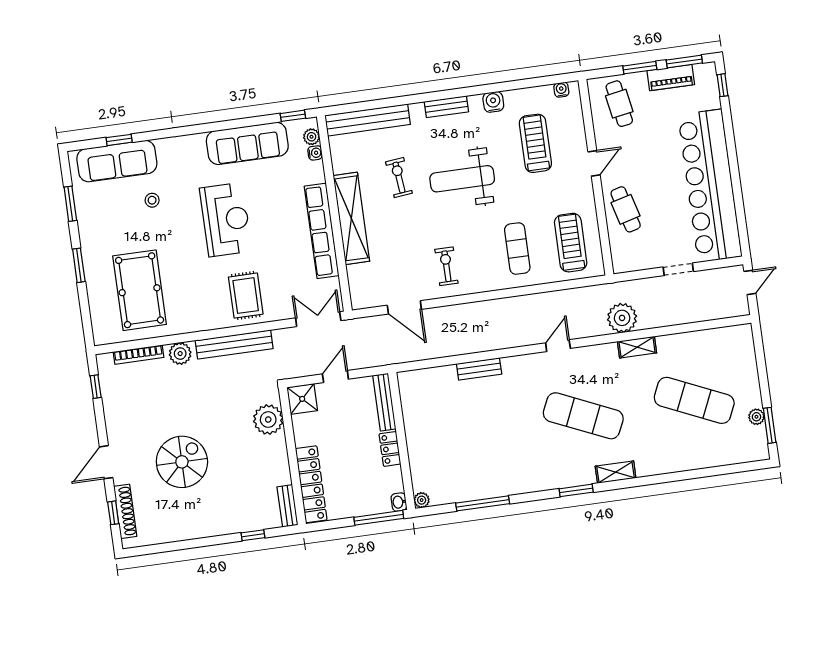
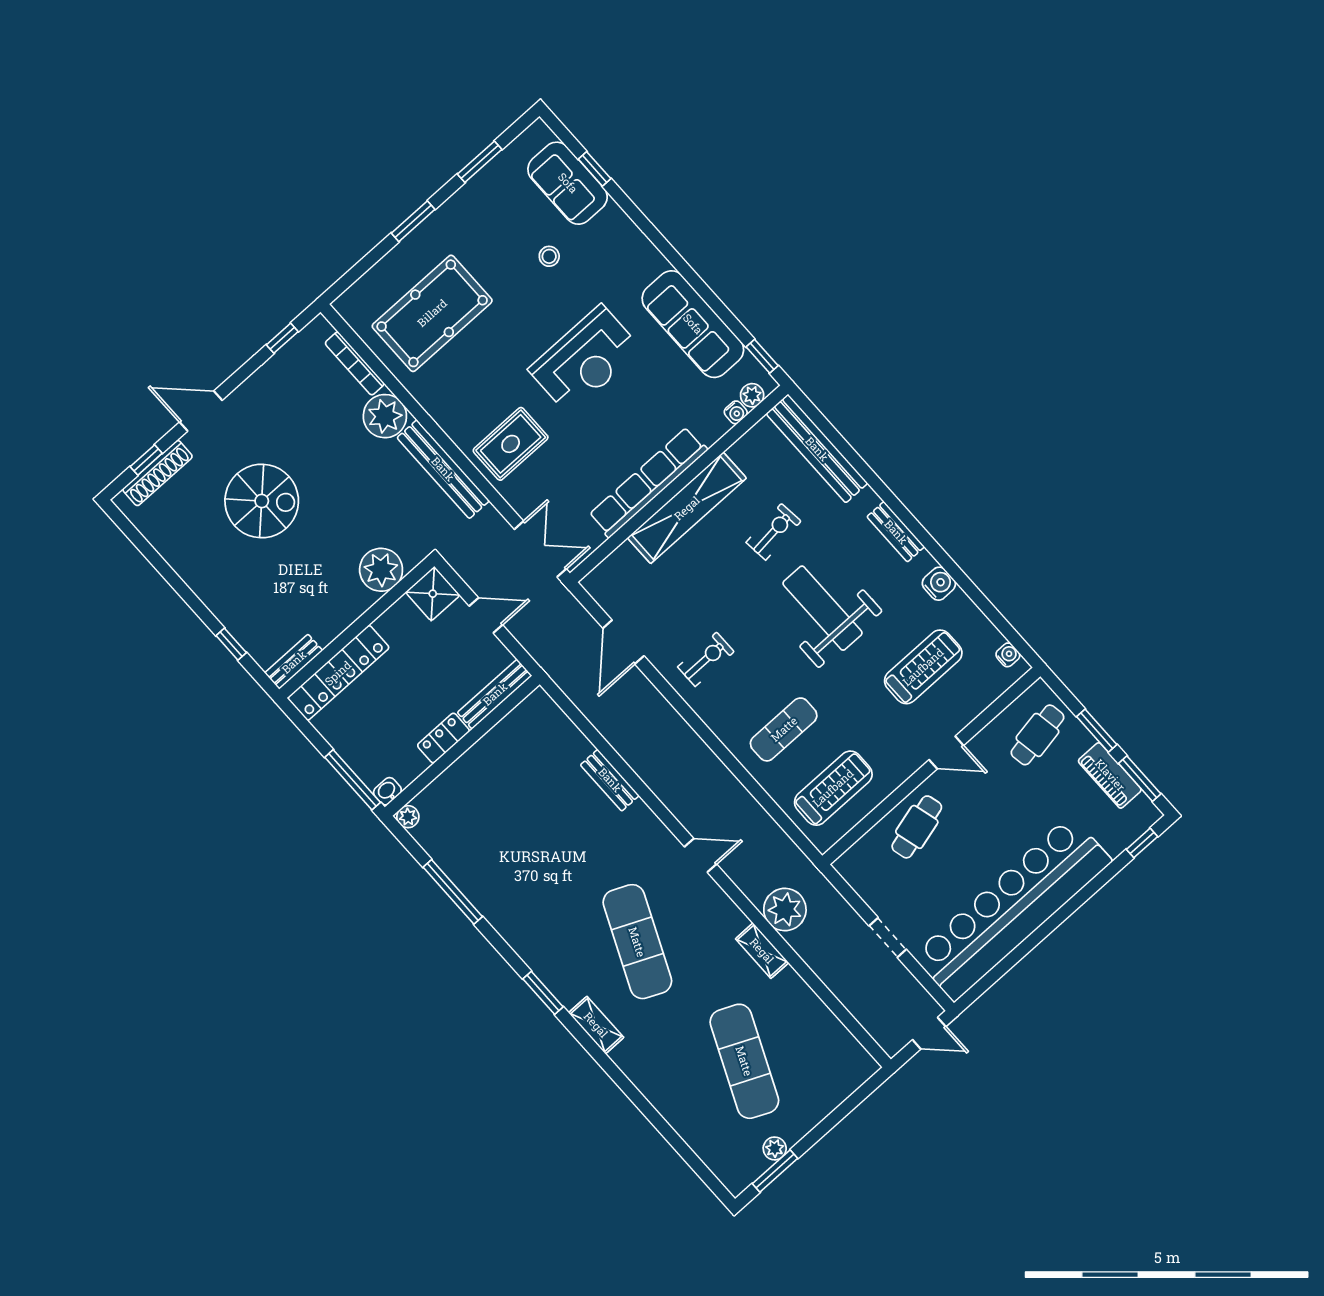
sofa: (117, 161) -> (568, 183), width x0.73
plant: (180, 354) -> (385, 416), width x1.36, depth x1.36

